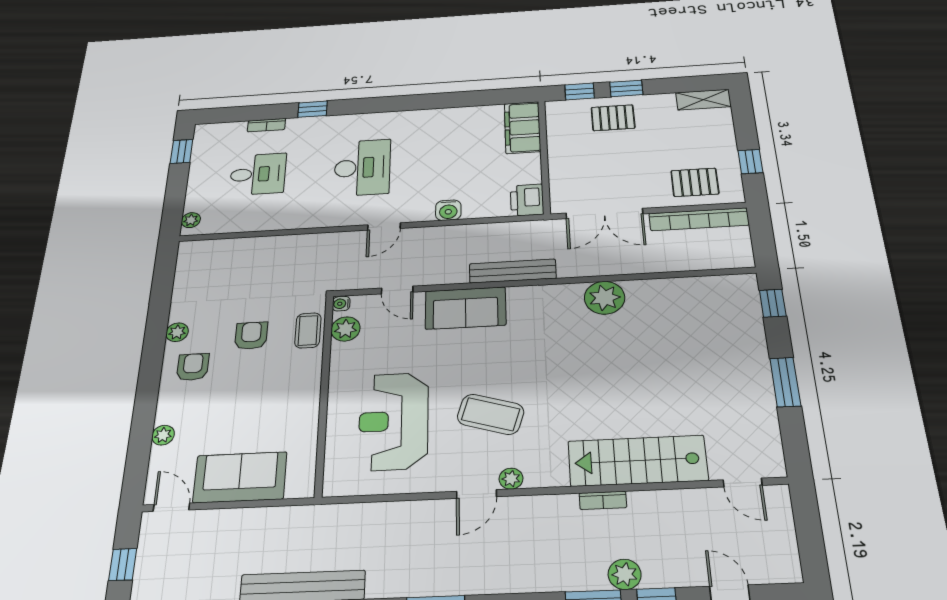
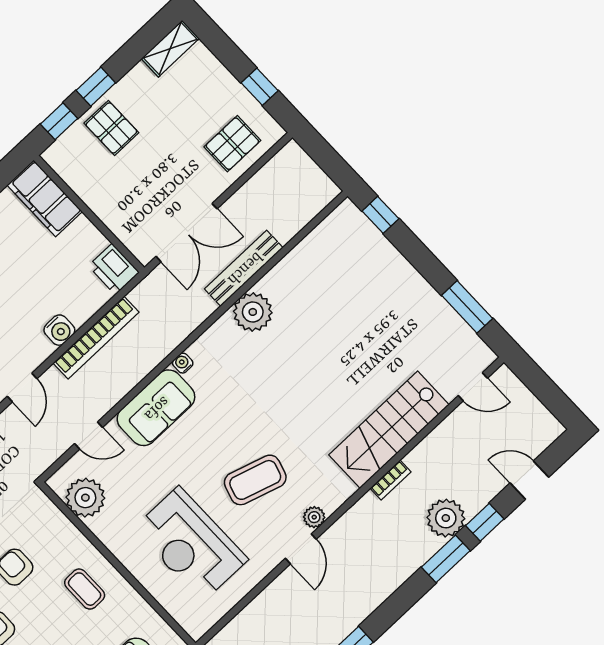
pallet: (613, 118) -> (111, 128), turned 90
bookcase: (699, 219) -> (96, 338), moved
bench: (513, 271) -> (244, 268), moved
water cooler: (341, 304) -> (183, 363), moved, turned 90
plant: (346, 329) -> (85, 498), width x1.36, depth x1.36
coffee table: (308, 330) -> (85, 589), moved
window: (785, 382) -> (467, 307), moved
plant: (625, 574) -> (446, 518), width x1.36, depth x1.36

